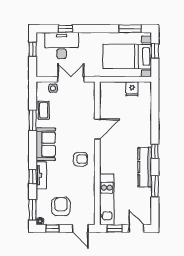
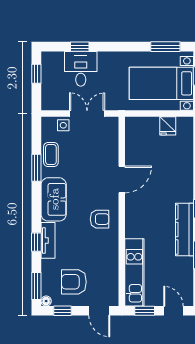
desk: (62, 45) -> (81, 69), width x0.73
armchair: (61, 207) -> (74, 282), turned -90

